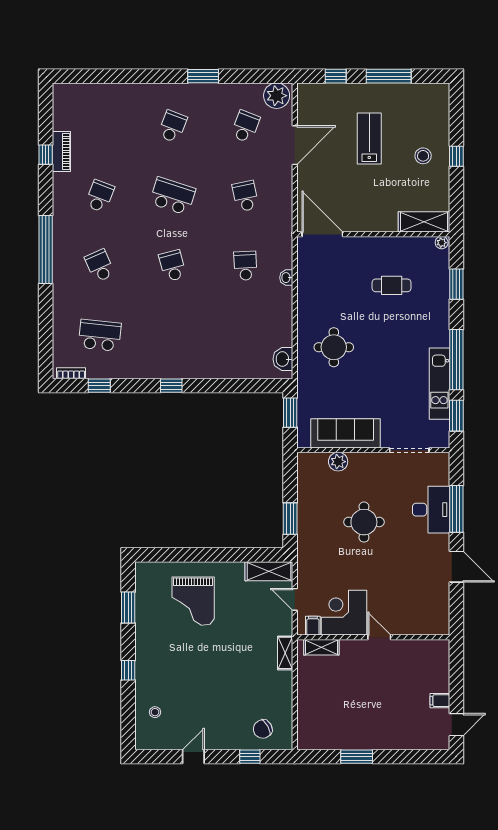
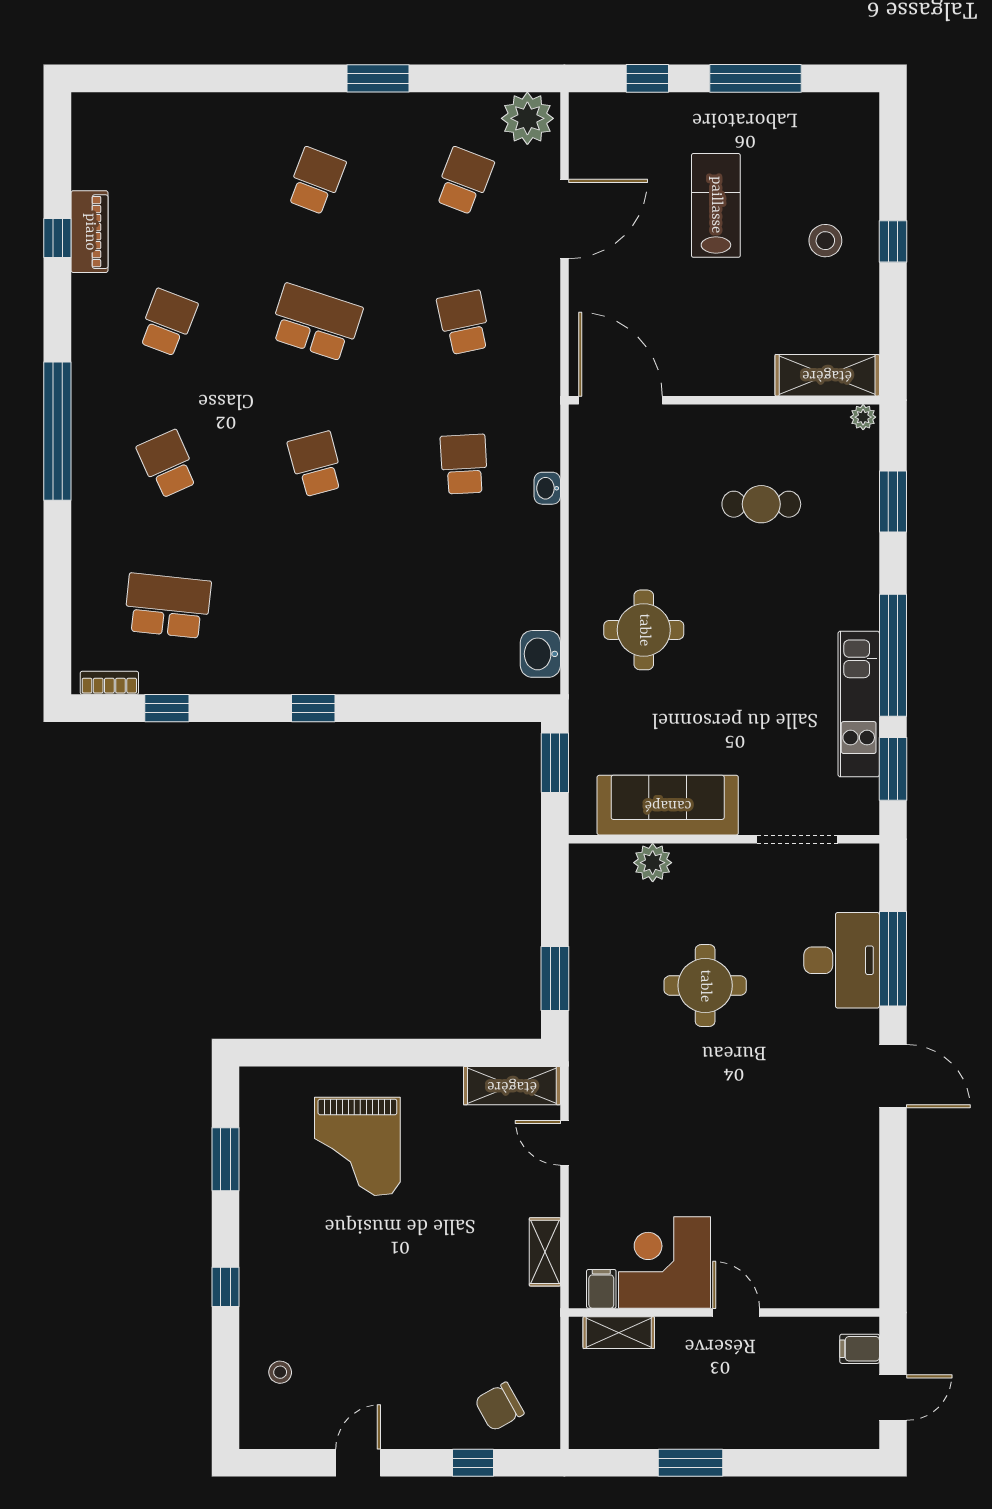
corner desk: (344, 613) -> (665, 1263), moved
filing cabinet: (313, 626) -> (601, 1289), moved
wall: (373, 637) -> (724, 1313), moved
door: (379, 637) -> (736, 1313), moved
shelving: (321, 647) -> (619, 1333), moved

